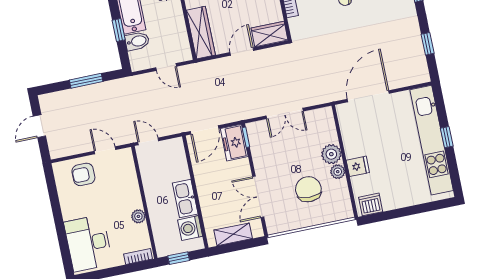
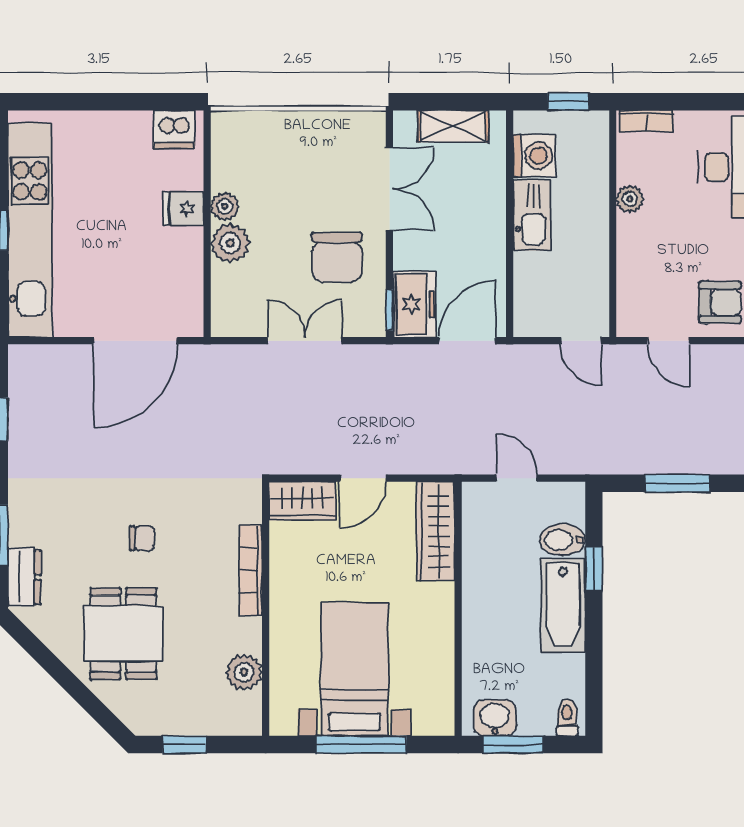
chair: (308, 189) -> (337, 257), moved

